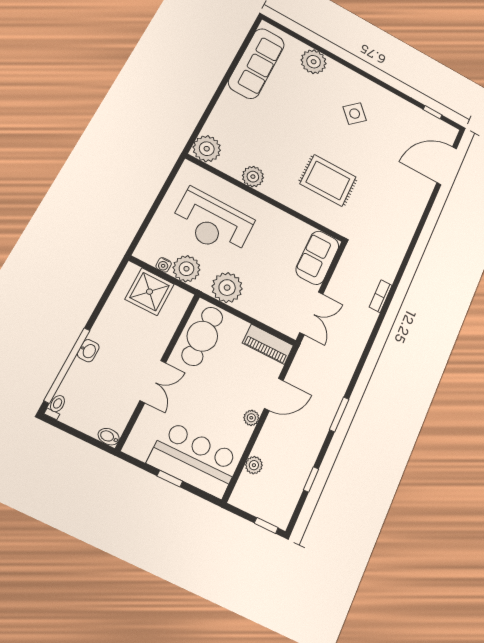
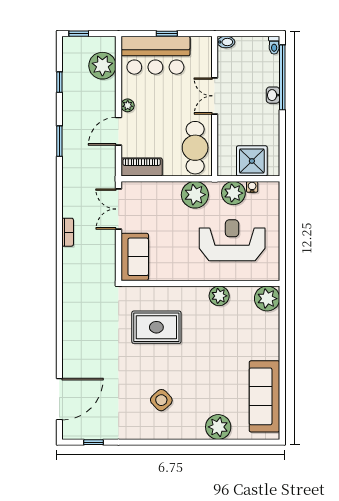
bookcase: (381, 296) -> (68, 232), moved
plant: (254, 465) -> (102, 66), width x1.88, depth x1.88

